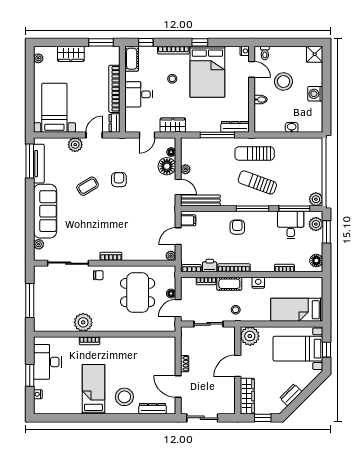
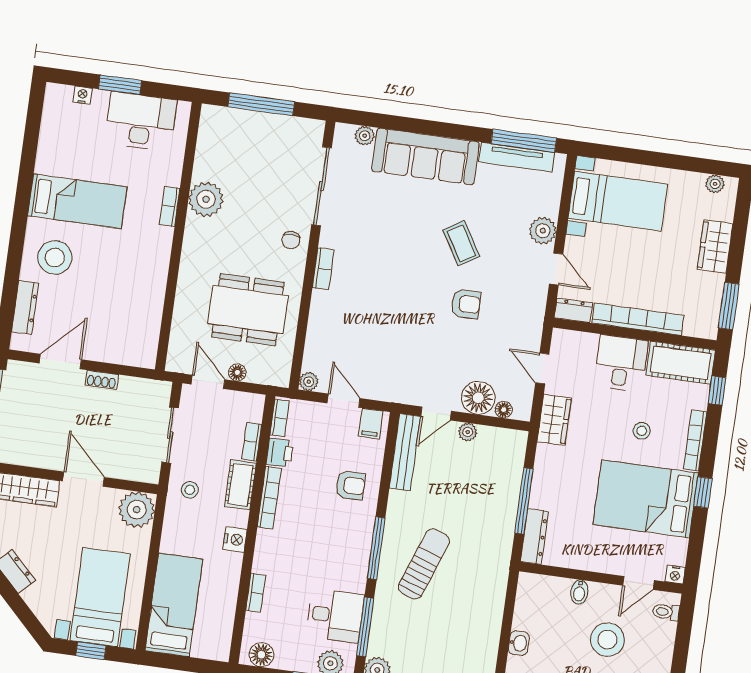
cot: (132, 59) -> (681, 363), width x1.37, depth x1.34
sun lounger: (255, 154) -> (479, 566), removed
armchair: (237, 227) -> (350, 485), moved

